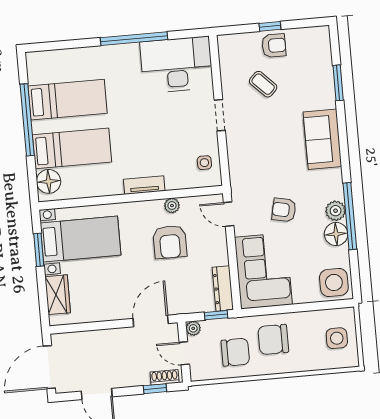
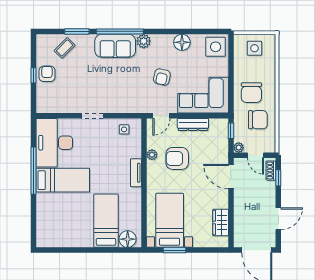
coffee table: (263, 84) -> (65, 48), moved
bed: (68, 100) -> (63, 180), moved, turned 90
window: (27, 120) -> (83, 250), removed
plant: (336, 211) -> (144, 41), moved
window: (350, 216) -> (120, 31), moved
armchair: (170, 242) -> (177, 158), turned 180
dresser: (223, 288) -> (193, 124), moved
wardrobe: (58, 295) -> (221, 222), moved, turned -90
chair: (235, 352) -> (258, 120), turned 90
door: (184, 353) -> (256, 155), hinge flipped

